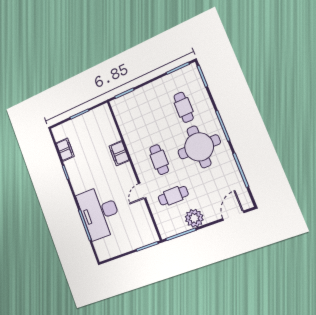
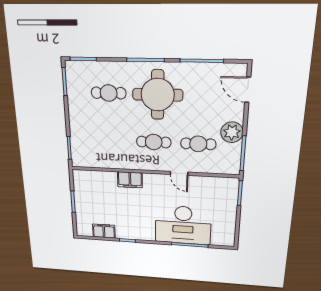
cafe table: (173, 196) -> (198, 144), turned 90

